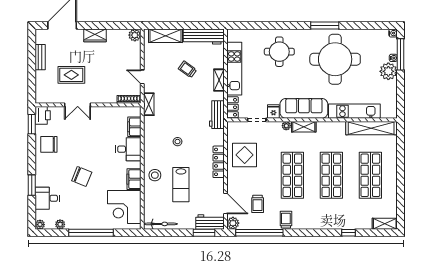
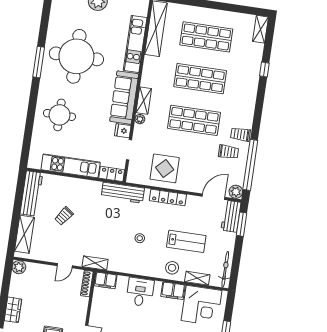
shelving: (219, 80) -> (197, 278), moved
workbench: (217, 115) -> (123, 193), width x1.38
filing cabinet: (134, 127) -> (106, 280), moved
trolley: (258, 204) -> (228, 152), moved

